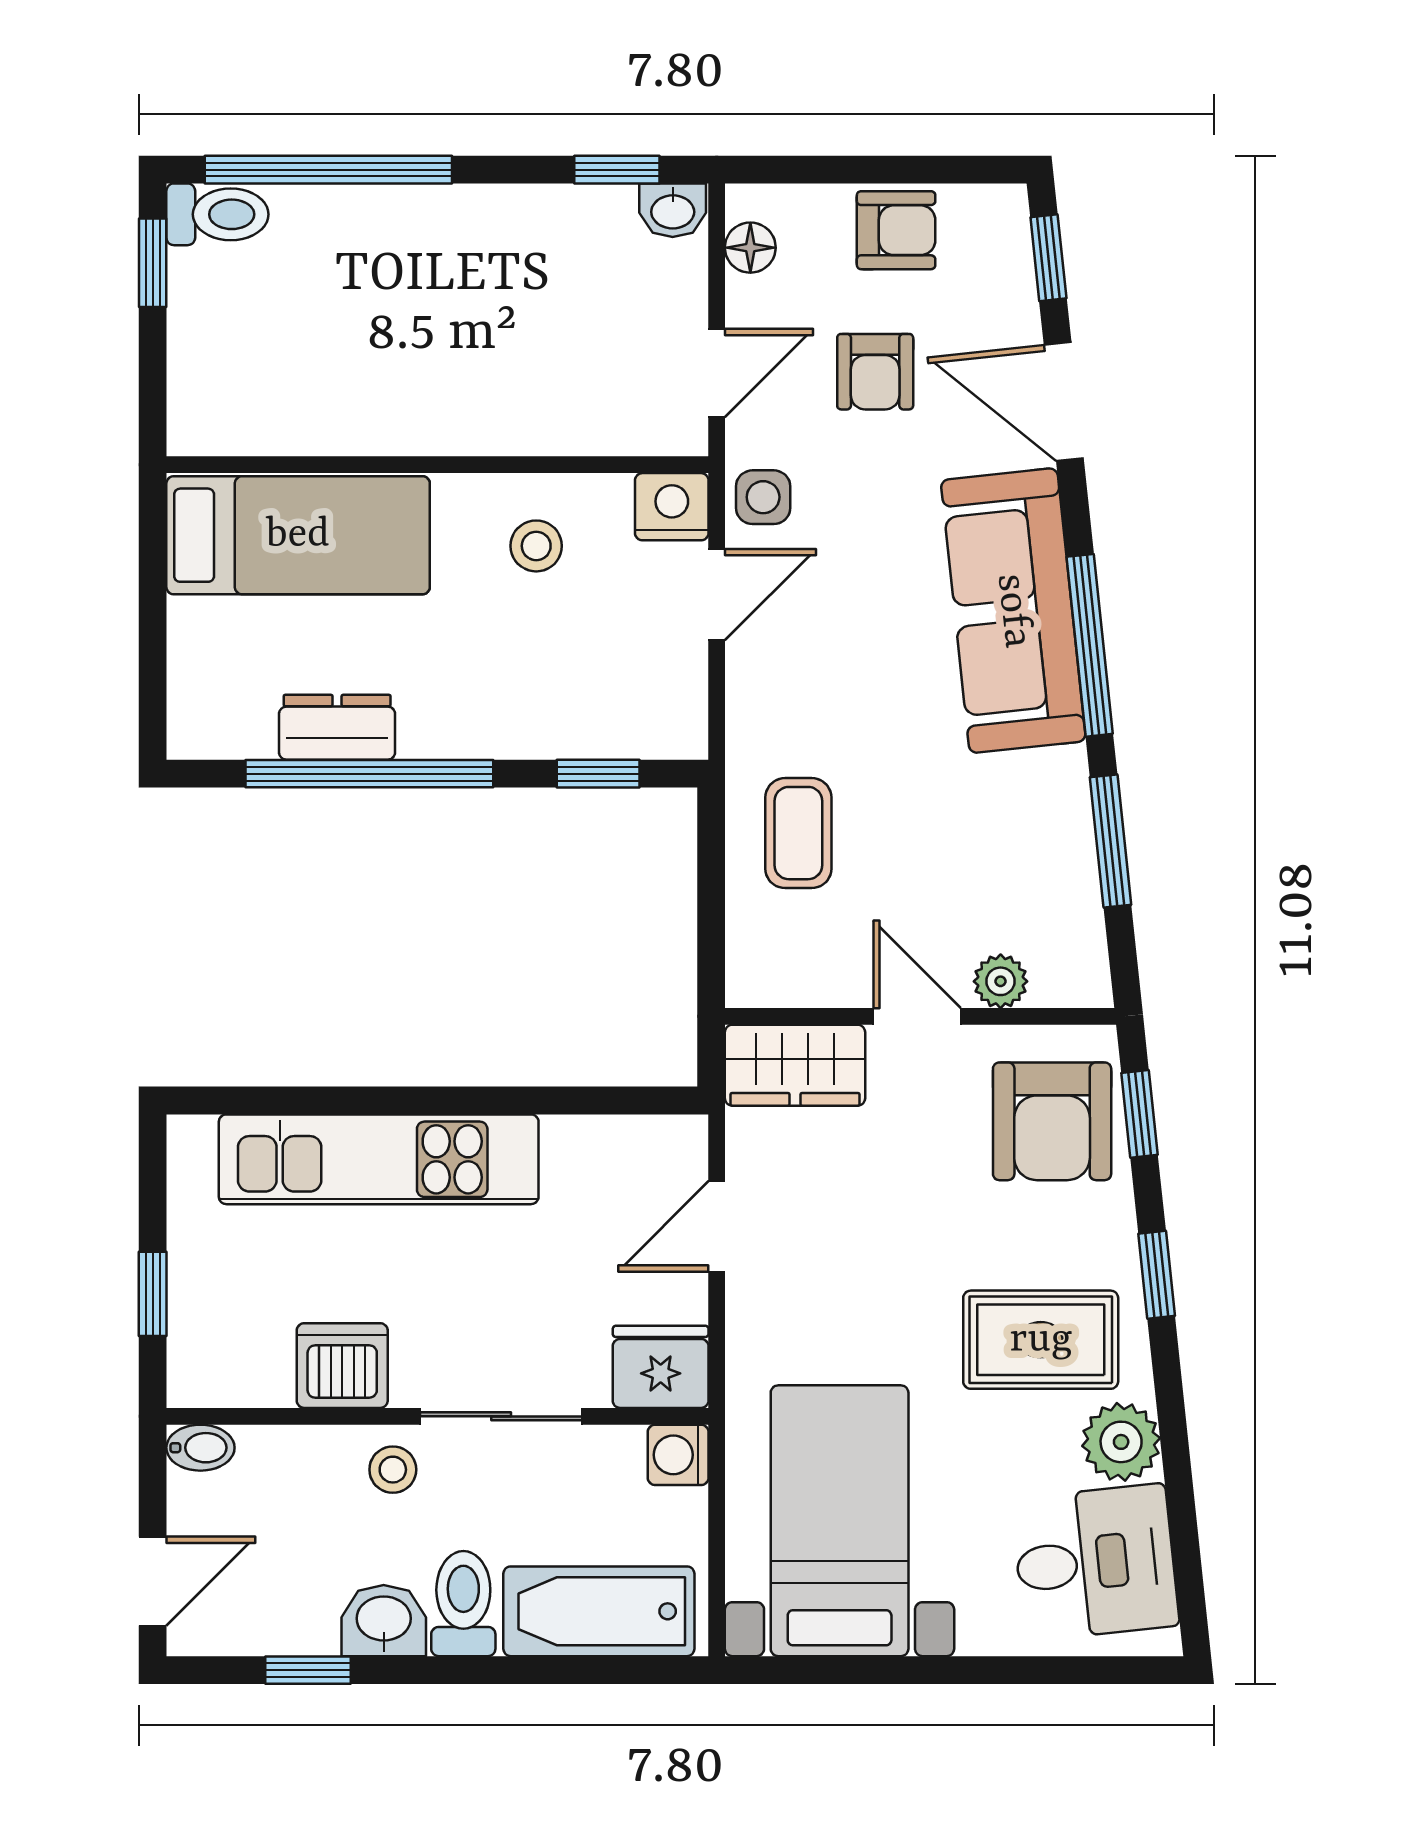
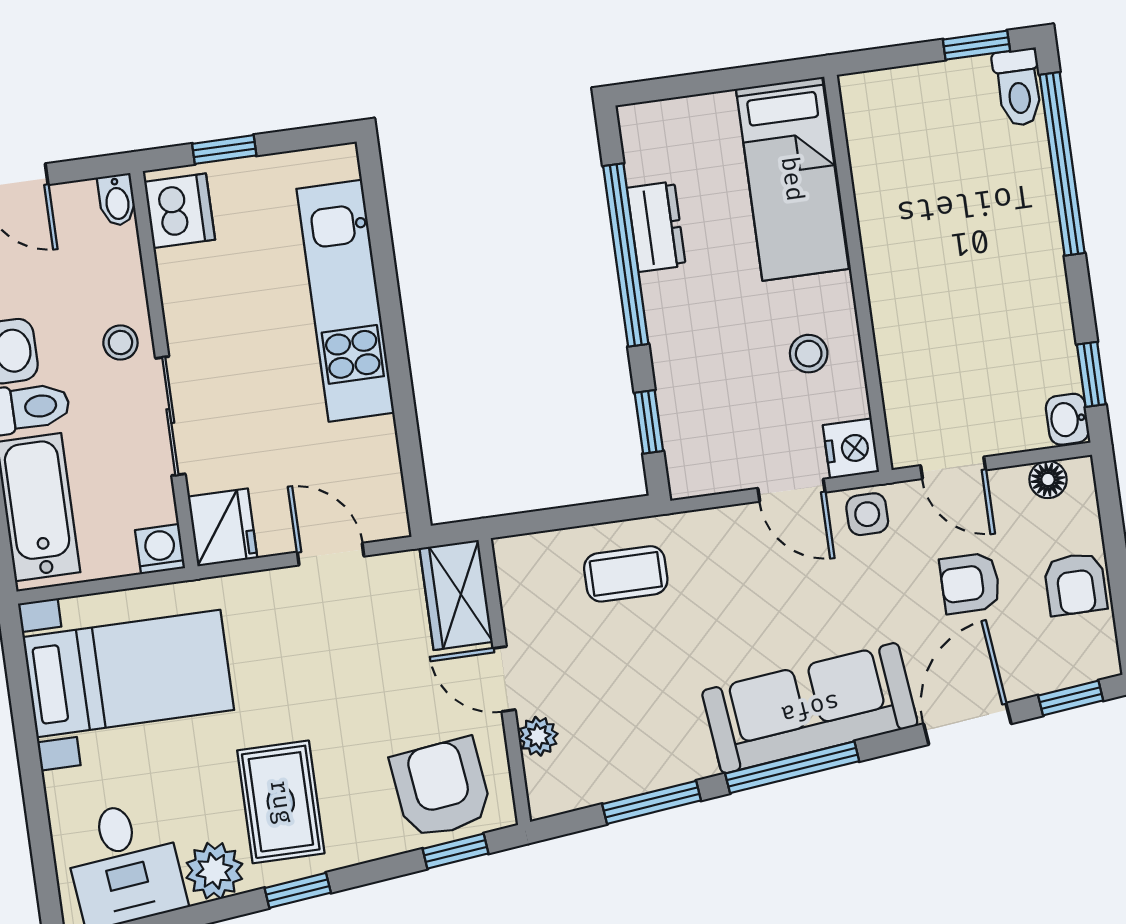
door: (917, 1016) -> (504, 679), swing flipped
armchair: (1052, 1121) -> (441, 788), turned 83
window: (1157, 1275) -> (298, 890), moved
dishwasher: (342, 1366) -> (180, 211), moved

